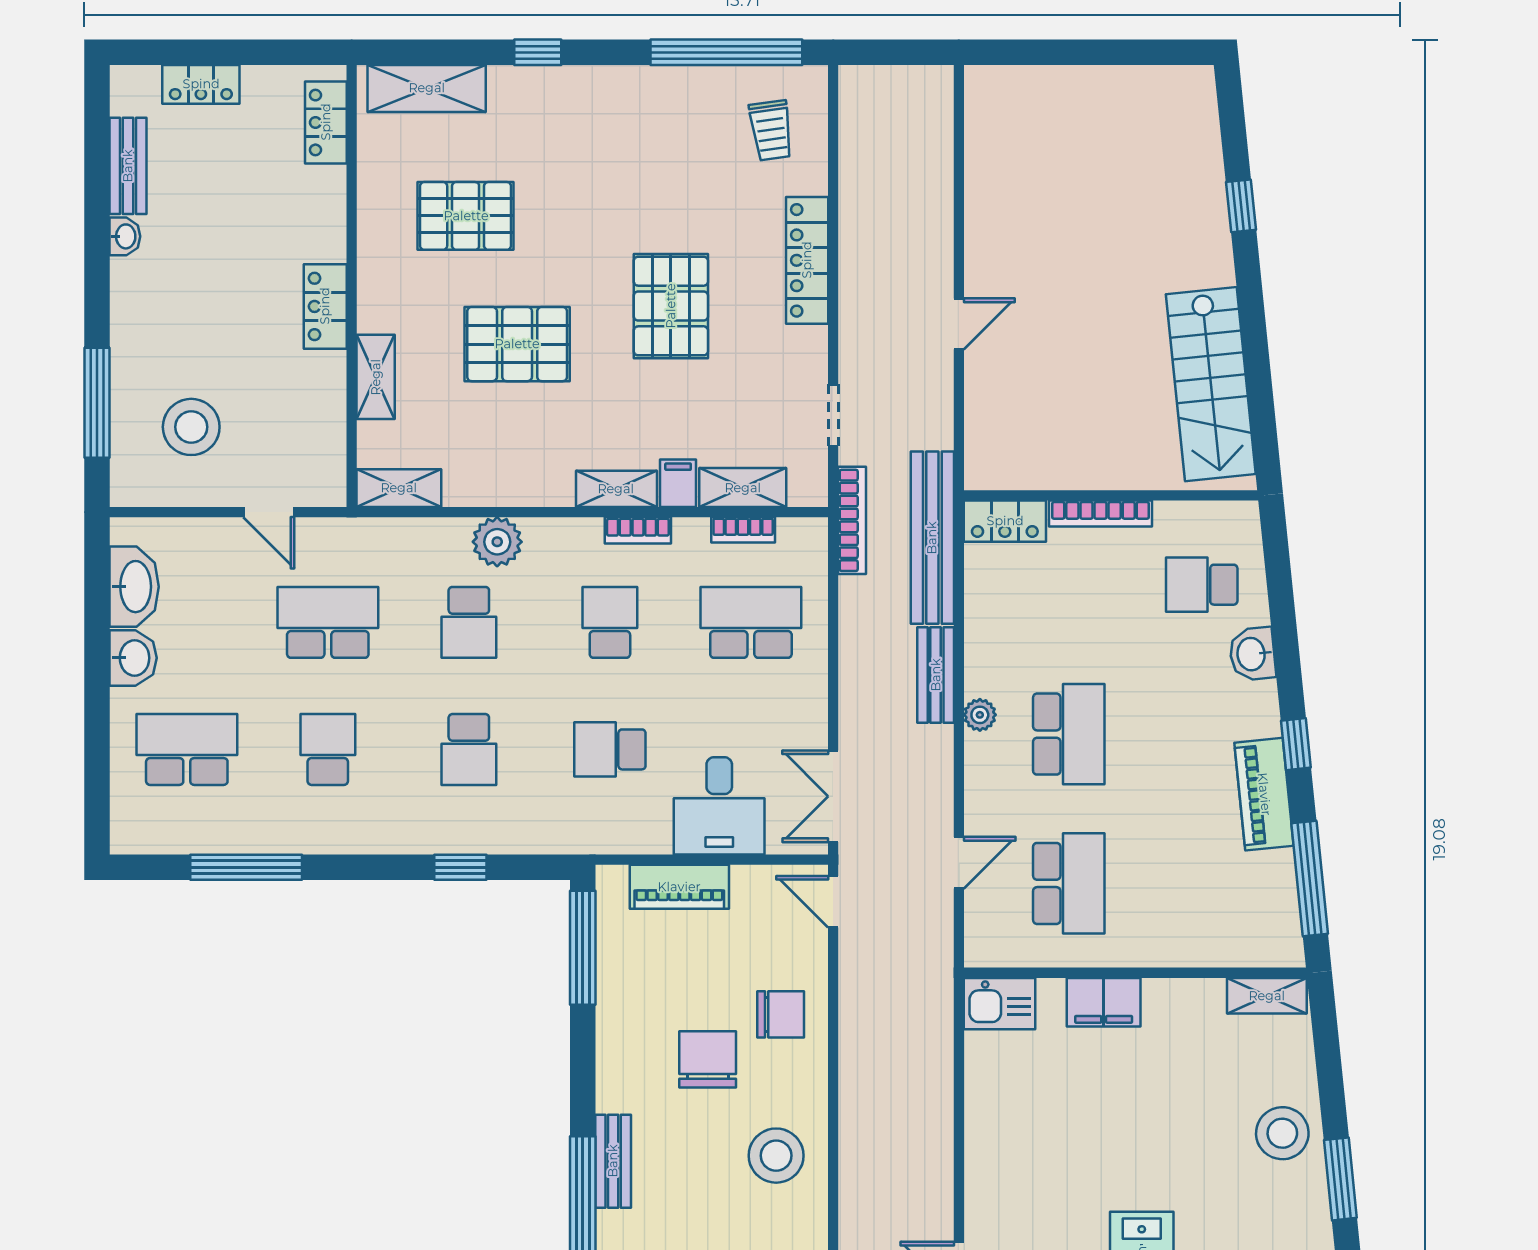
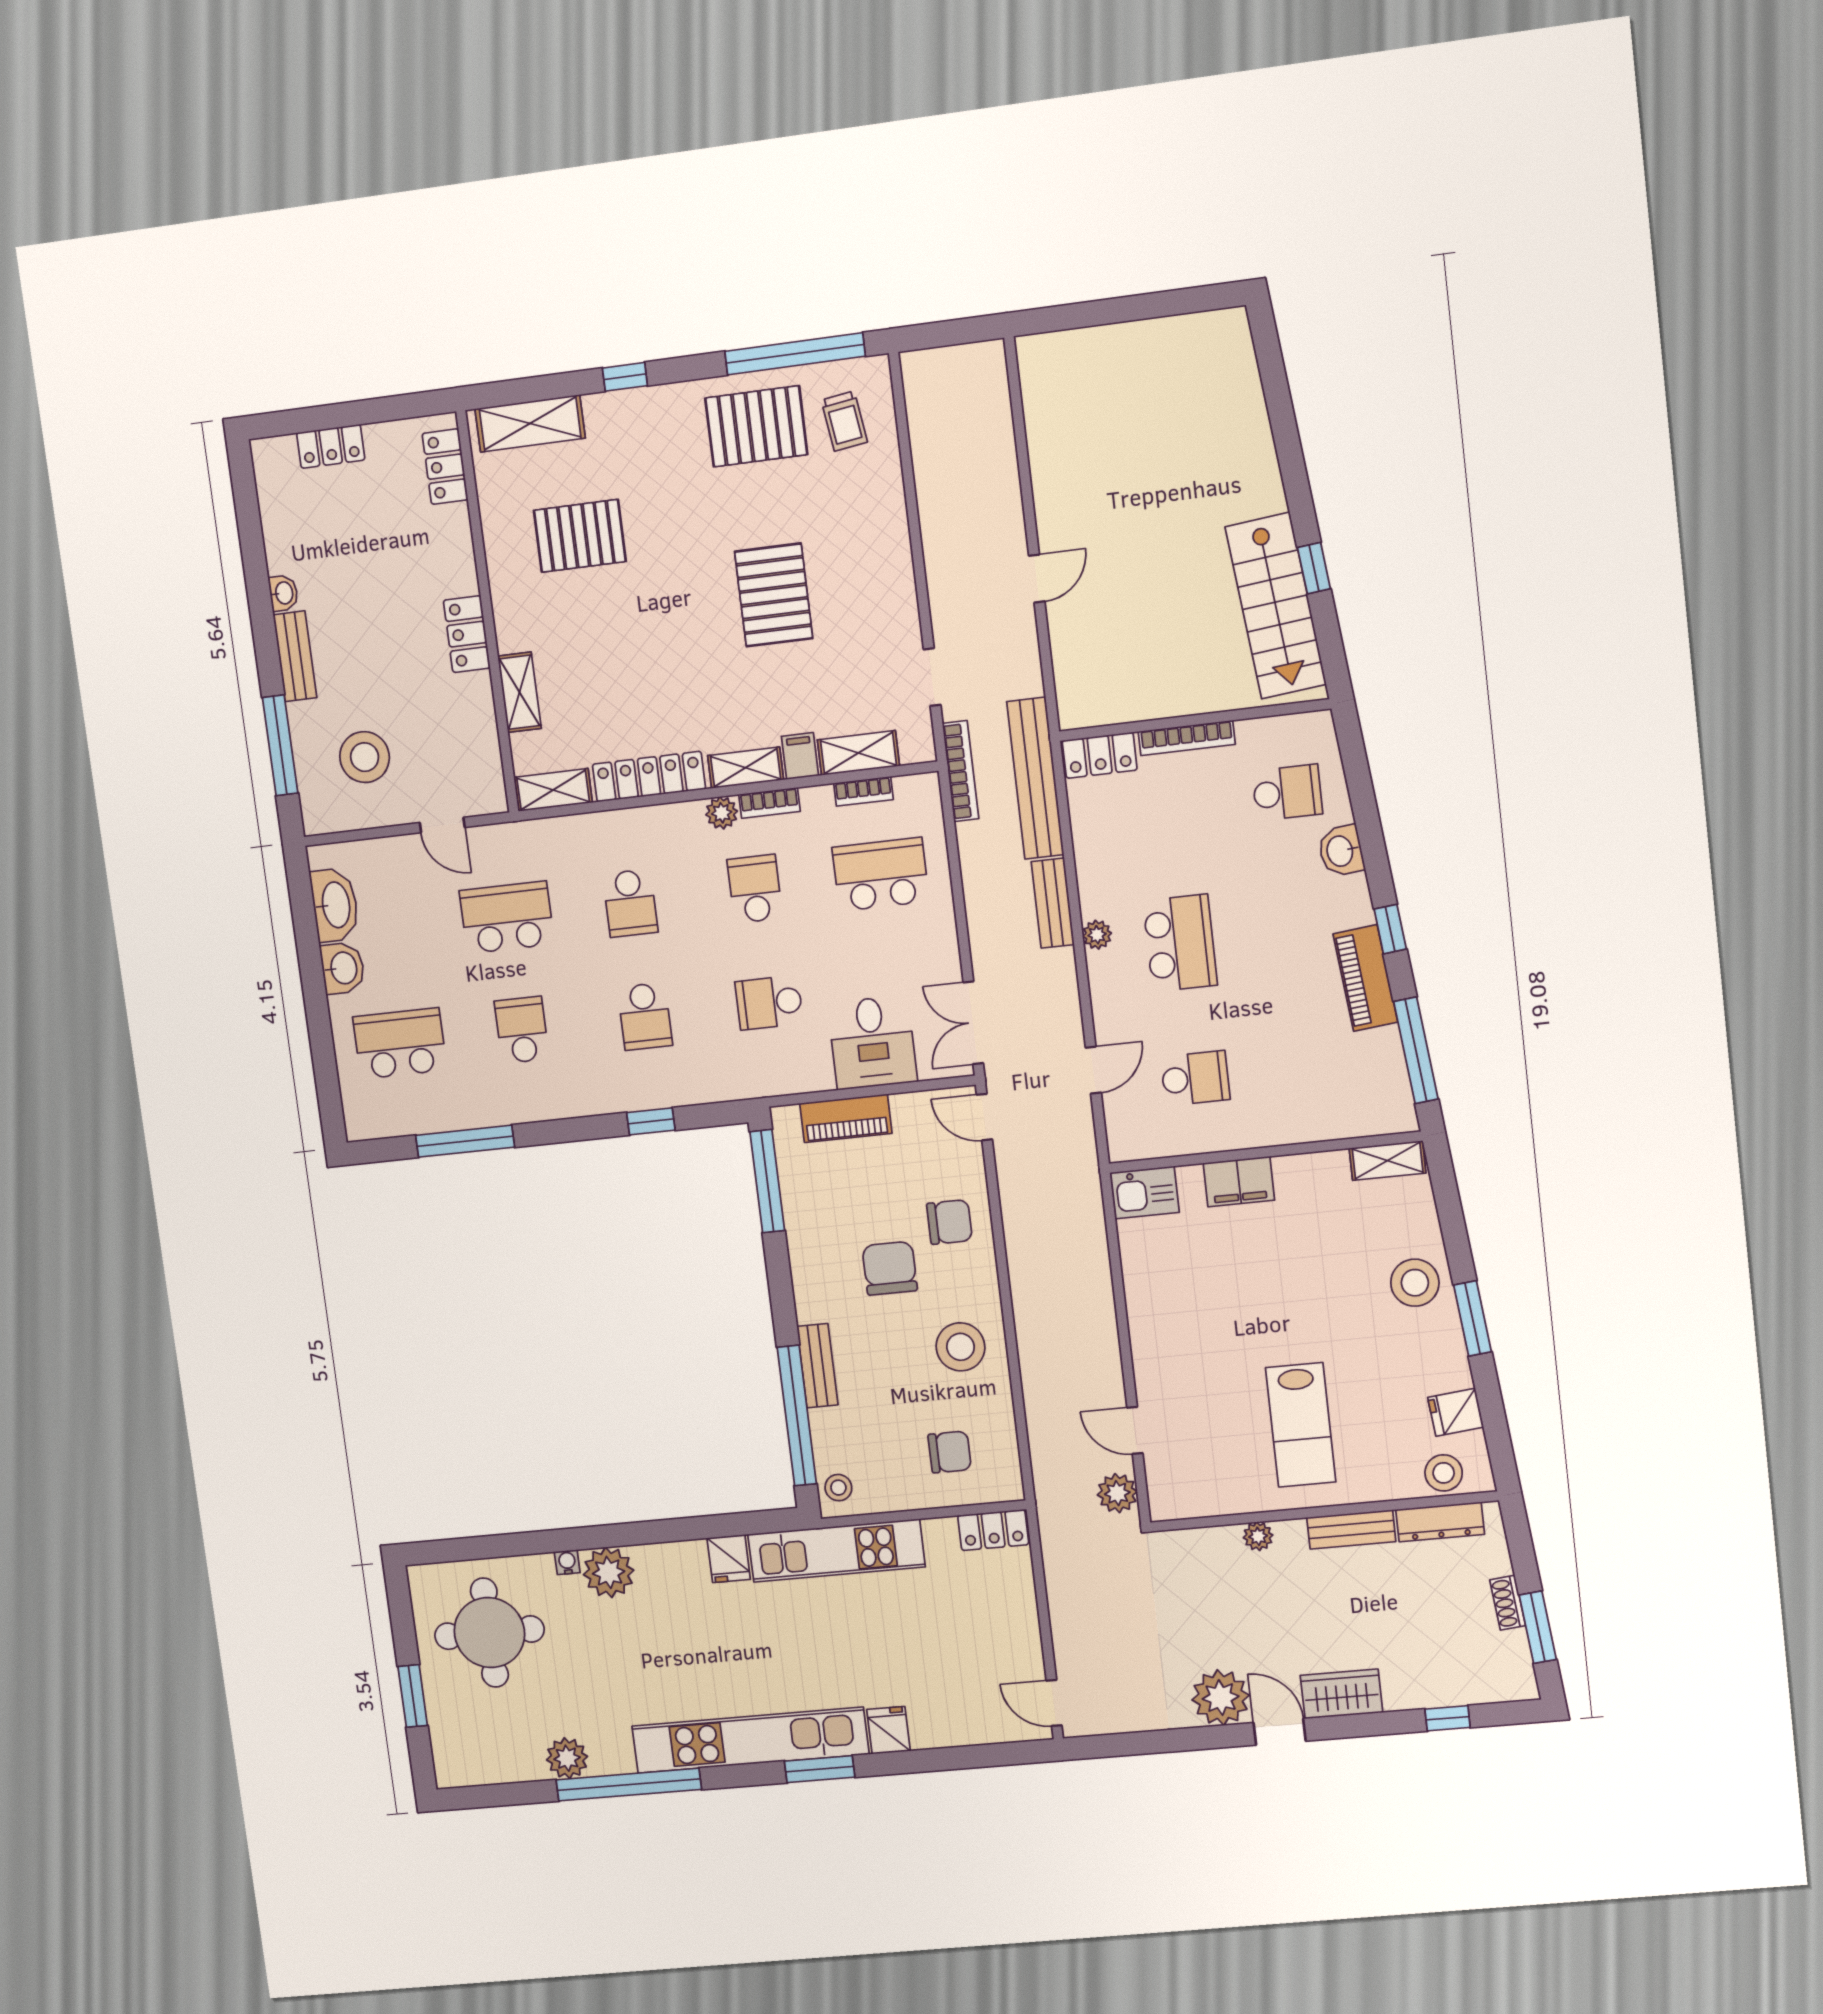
bench: (128, 166) -> (295, 656), moved
window: (1241, 206) -> (1314, 568), moved
locker: (807, 260) -> (649, 777), moved, turned 90
pallet: (517, 344) -> (756, 426), moved
plant: (497, 542) -> (722, 813), moved, width x0.73, depth x0.73
school desk: (1202, 585) -> (1287, 792), turned 180
school desk: (1069, 883) -> (1195, 1078), width x0.54

